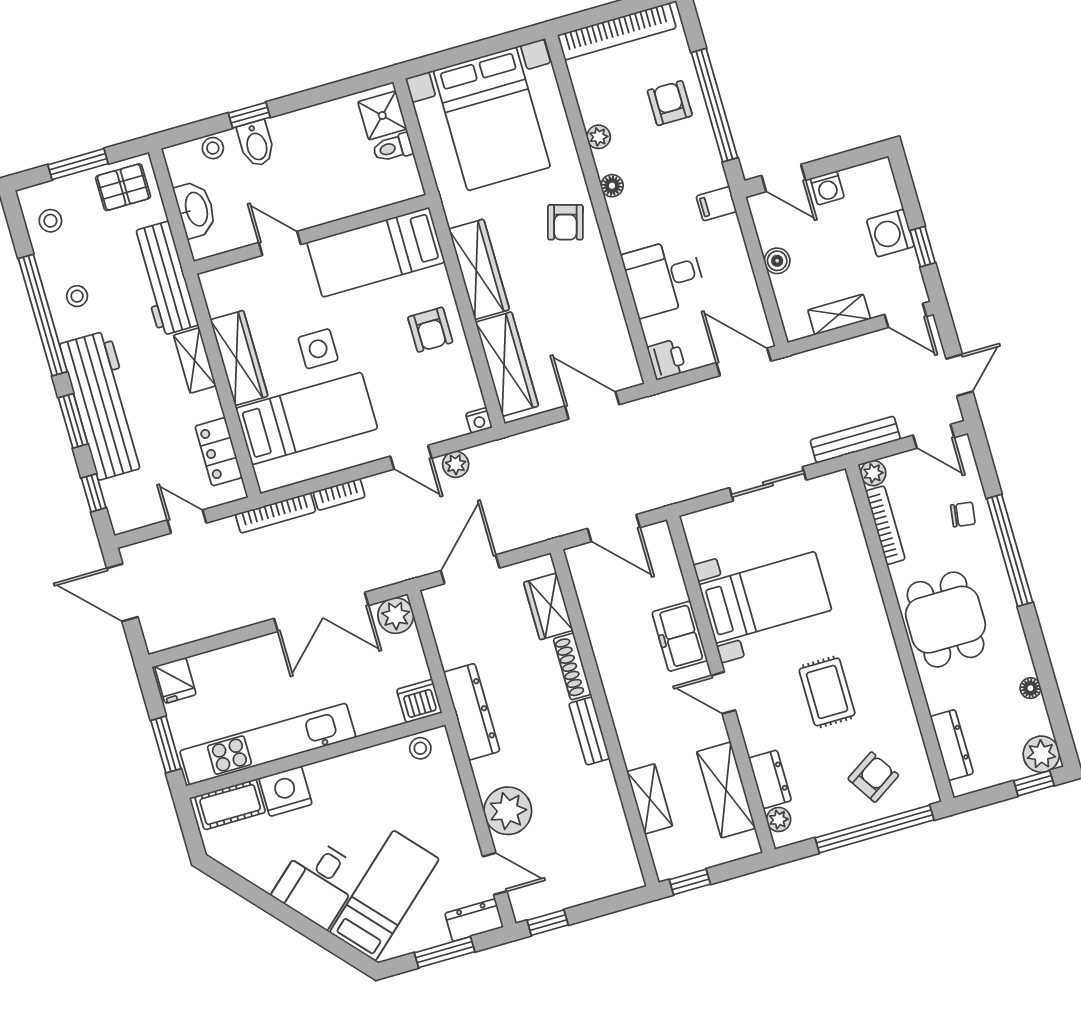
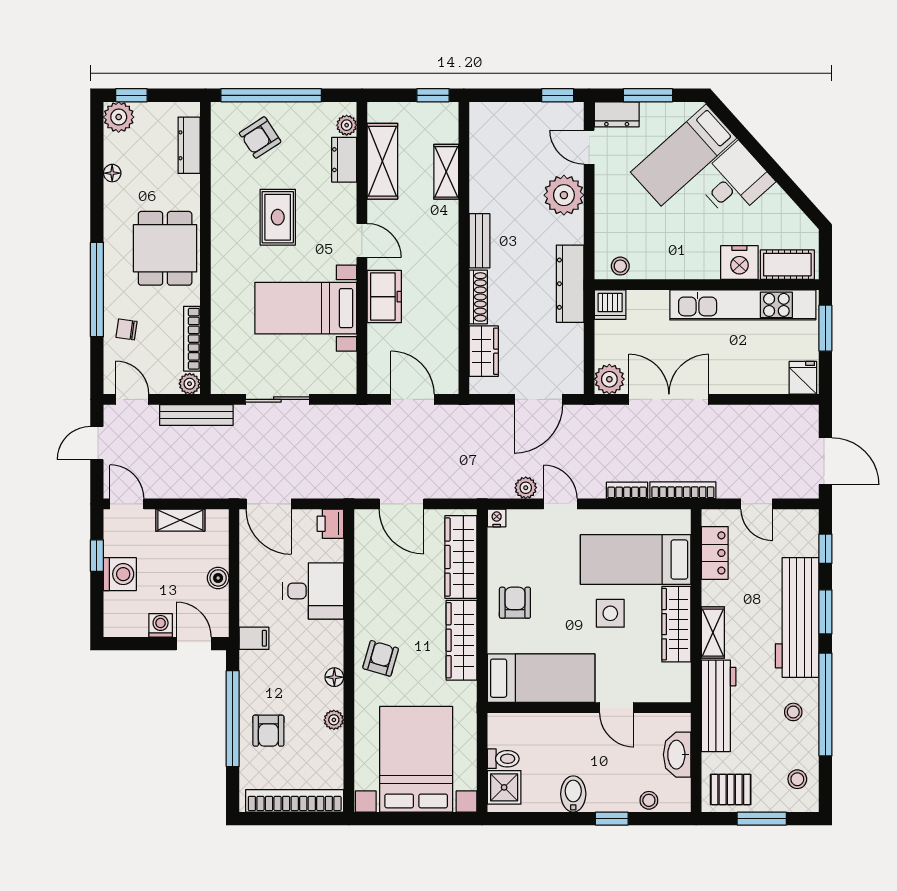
bidet: (256, 144) -> (573, 794), moved

